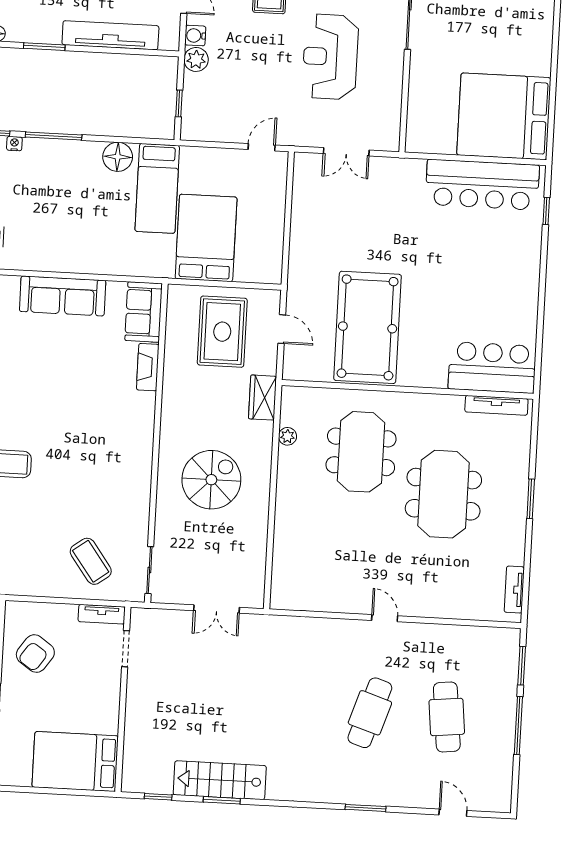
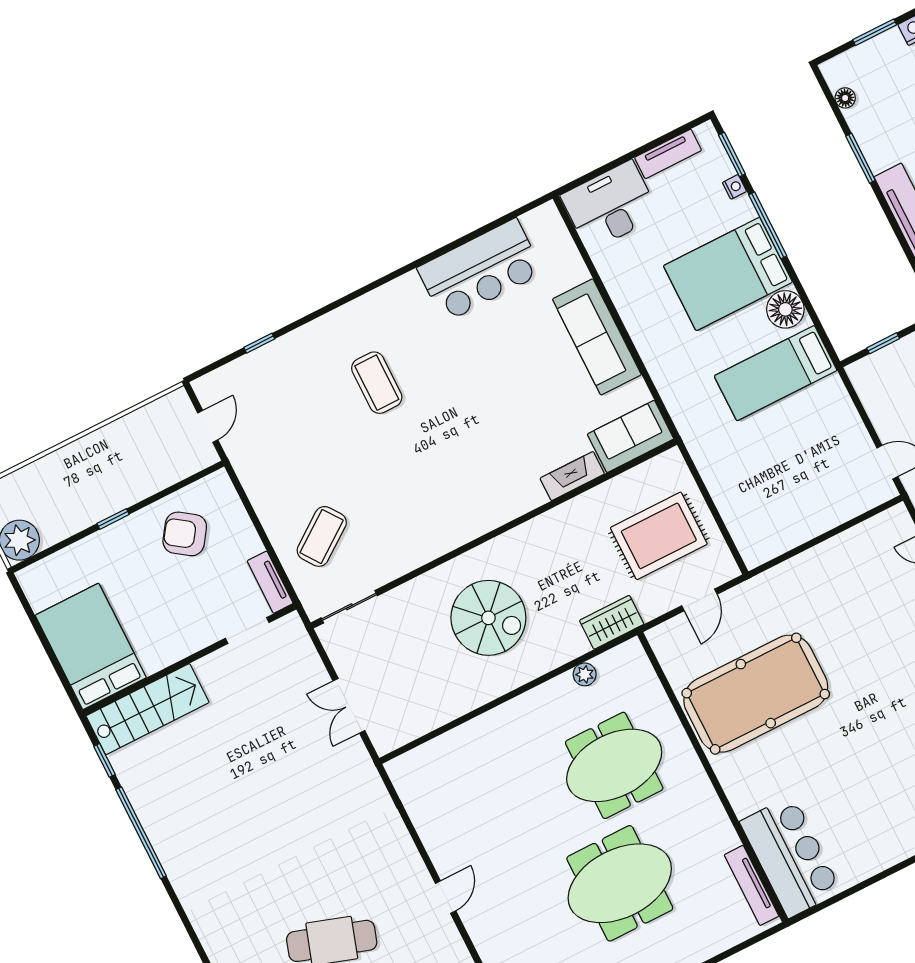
bed: (206, 238) -> (728, 274), moved, turned 180
stairs: (220, 780) -> (148, 709), moved, turned 90
window: (222, 800) -> (141, 833), width x2.11

